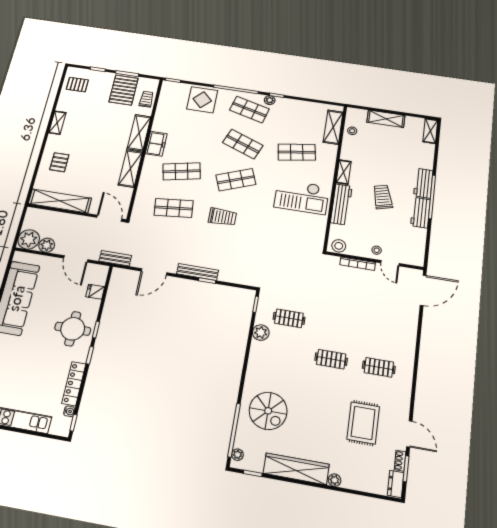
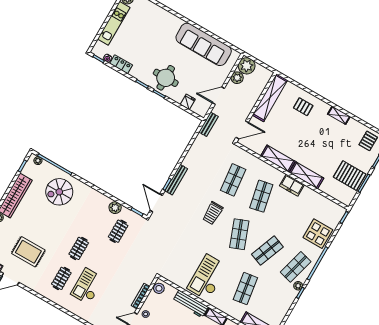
trolley: (146, 99) -> (335, 191), removed
door: (154, 272) -> (156, 203), moved
checkout: (374, 331) -> (87, 286), added
locker: (74, 384) -> (121, 64), width x0.66

